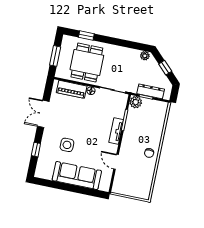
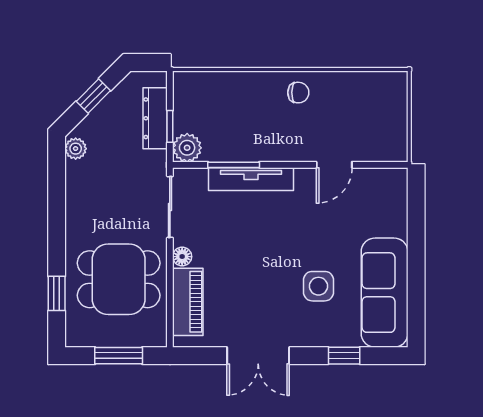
tv unit: (116, 131) -> (251, 179), width x1.41
sofa: (77, 175) -> (385, 293), moved

